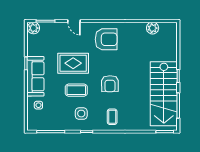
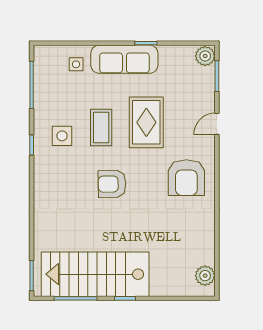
plant: (153, 28) -> (205, 276), moved
coffee table: (112, 117) -> (57, 188), removed

